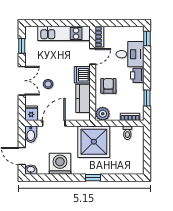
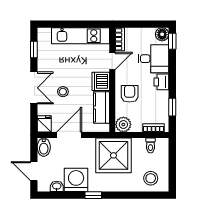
floor lamp: (138, 32) -> (162, 34), added
stool: (127, 162) -> (151, 178), added
washbasin: (31, 170) -> (57, 186), moved
window: (93, 178) -> (93, 195), moved

